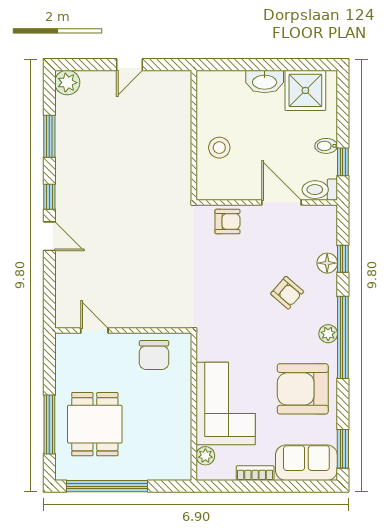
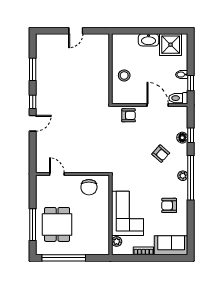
plant: (67, 83) -> (42, 40), removed
door: (49, 236) -> (33, 123), hinge flipped
armchair: (303, 389) -> (169, 205), width x0.53, depth x0.53
window: (343, 449) -> (191, 238), removed

